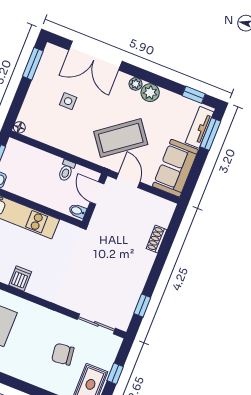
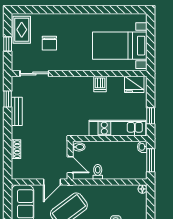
door: (128, 181) -> (52, 182), hinge flipped
bench: (137, 286) -> (17, 111), added
chair: (63, 354) -> (49, 43), turned 97

